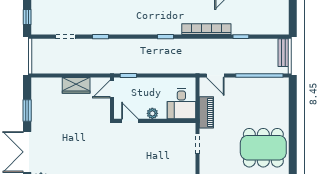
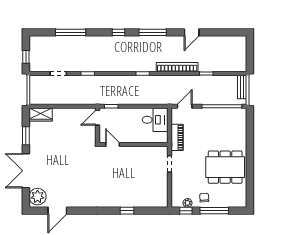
door: (215, 75) -> (185, 106), swing flipped
wardrobe: (76, 85) -> (41, 115), moved
desk: (181, 104) -> (155, 120), moved, turned -90
plant: (152, 113) -> (132, 138), removed

